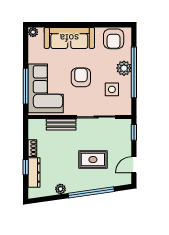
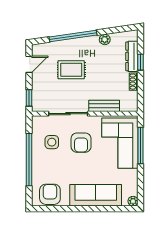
plant: (124, 68) -> (39, 164), removed
armchair: (81, 77) -> (81, 143), moved

